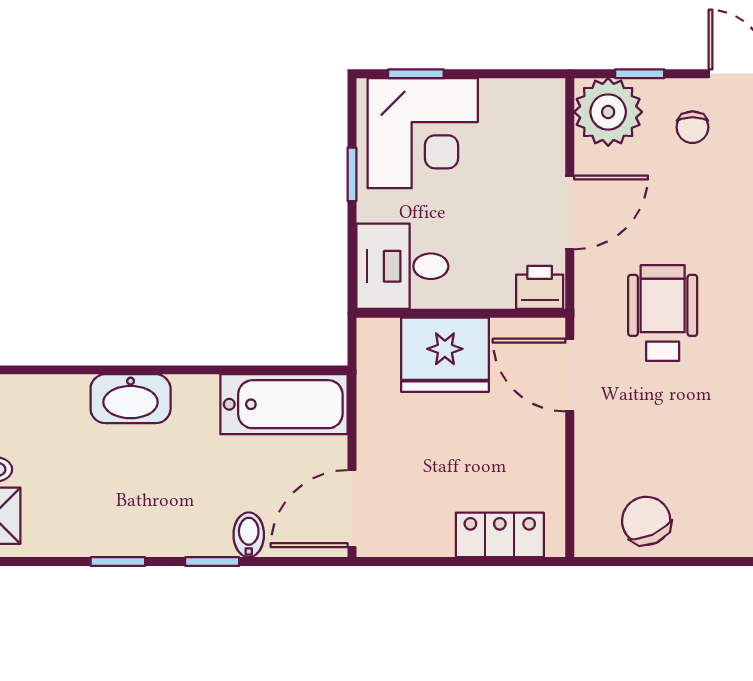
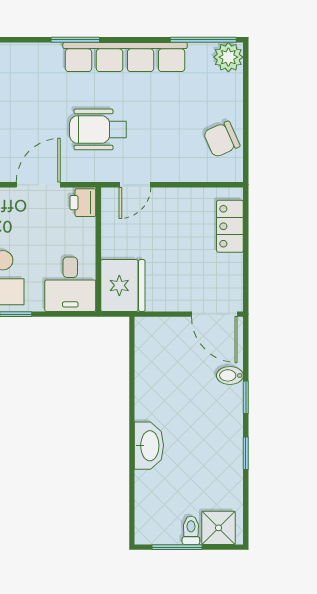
door: (570, 212) -> (38, 185), hinge flipped
fridge: (445, 355) -> (123, 285), moved
door: (570, 375) -> (135, 185), width x0.73
bathtub: (284, 404) -> (152, 355), removed

